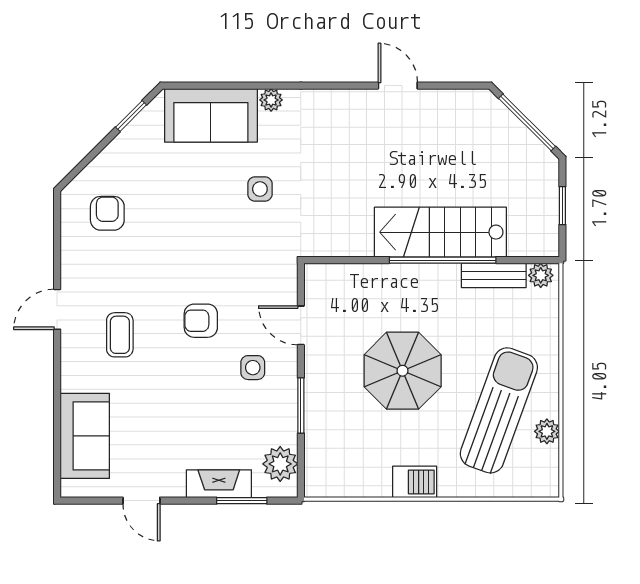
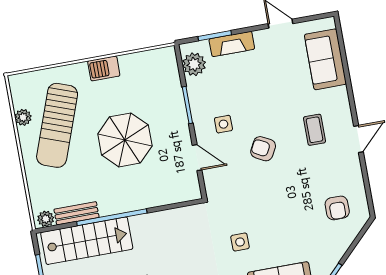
stairs: (440, 232) -> (87, 241), moved
armchair: (201, 321) -> (263, 149), turned -152

